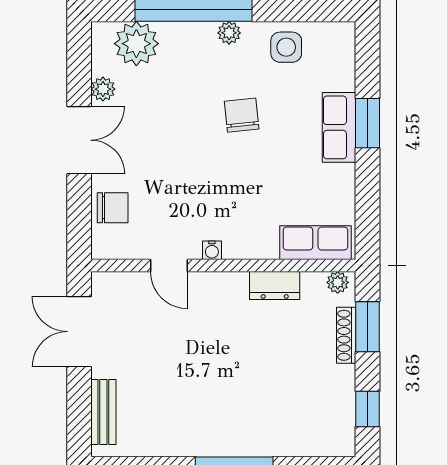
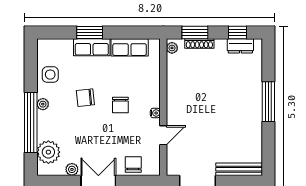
chair: (227, 183) -> (120, 105), added
row of seats: (315, 243) -> (130, 47), moved, turned -90
dresser: (275, 286) -> (240, 46), moved, turned 90
bench: (103, 412) -> (239, 169), width x1.36

